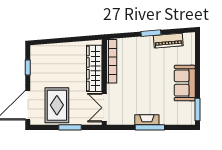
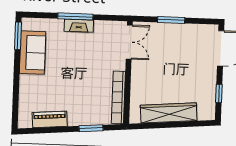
window: (151, 33) -> (91, 128), moved
wardrobe: (94, 68) -> (169, 113), moved, turned -95
sofa: (185, 83) -> (33, 53), moved
rug: (57, 105) -> (186, 47), removed

